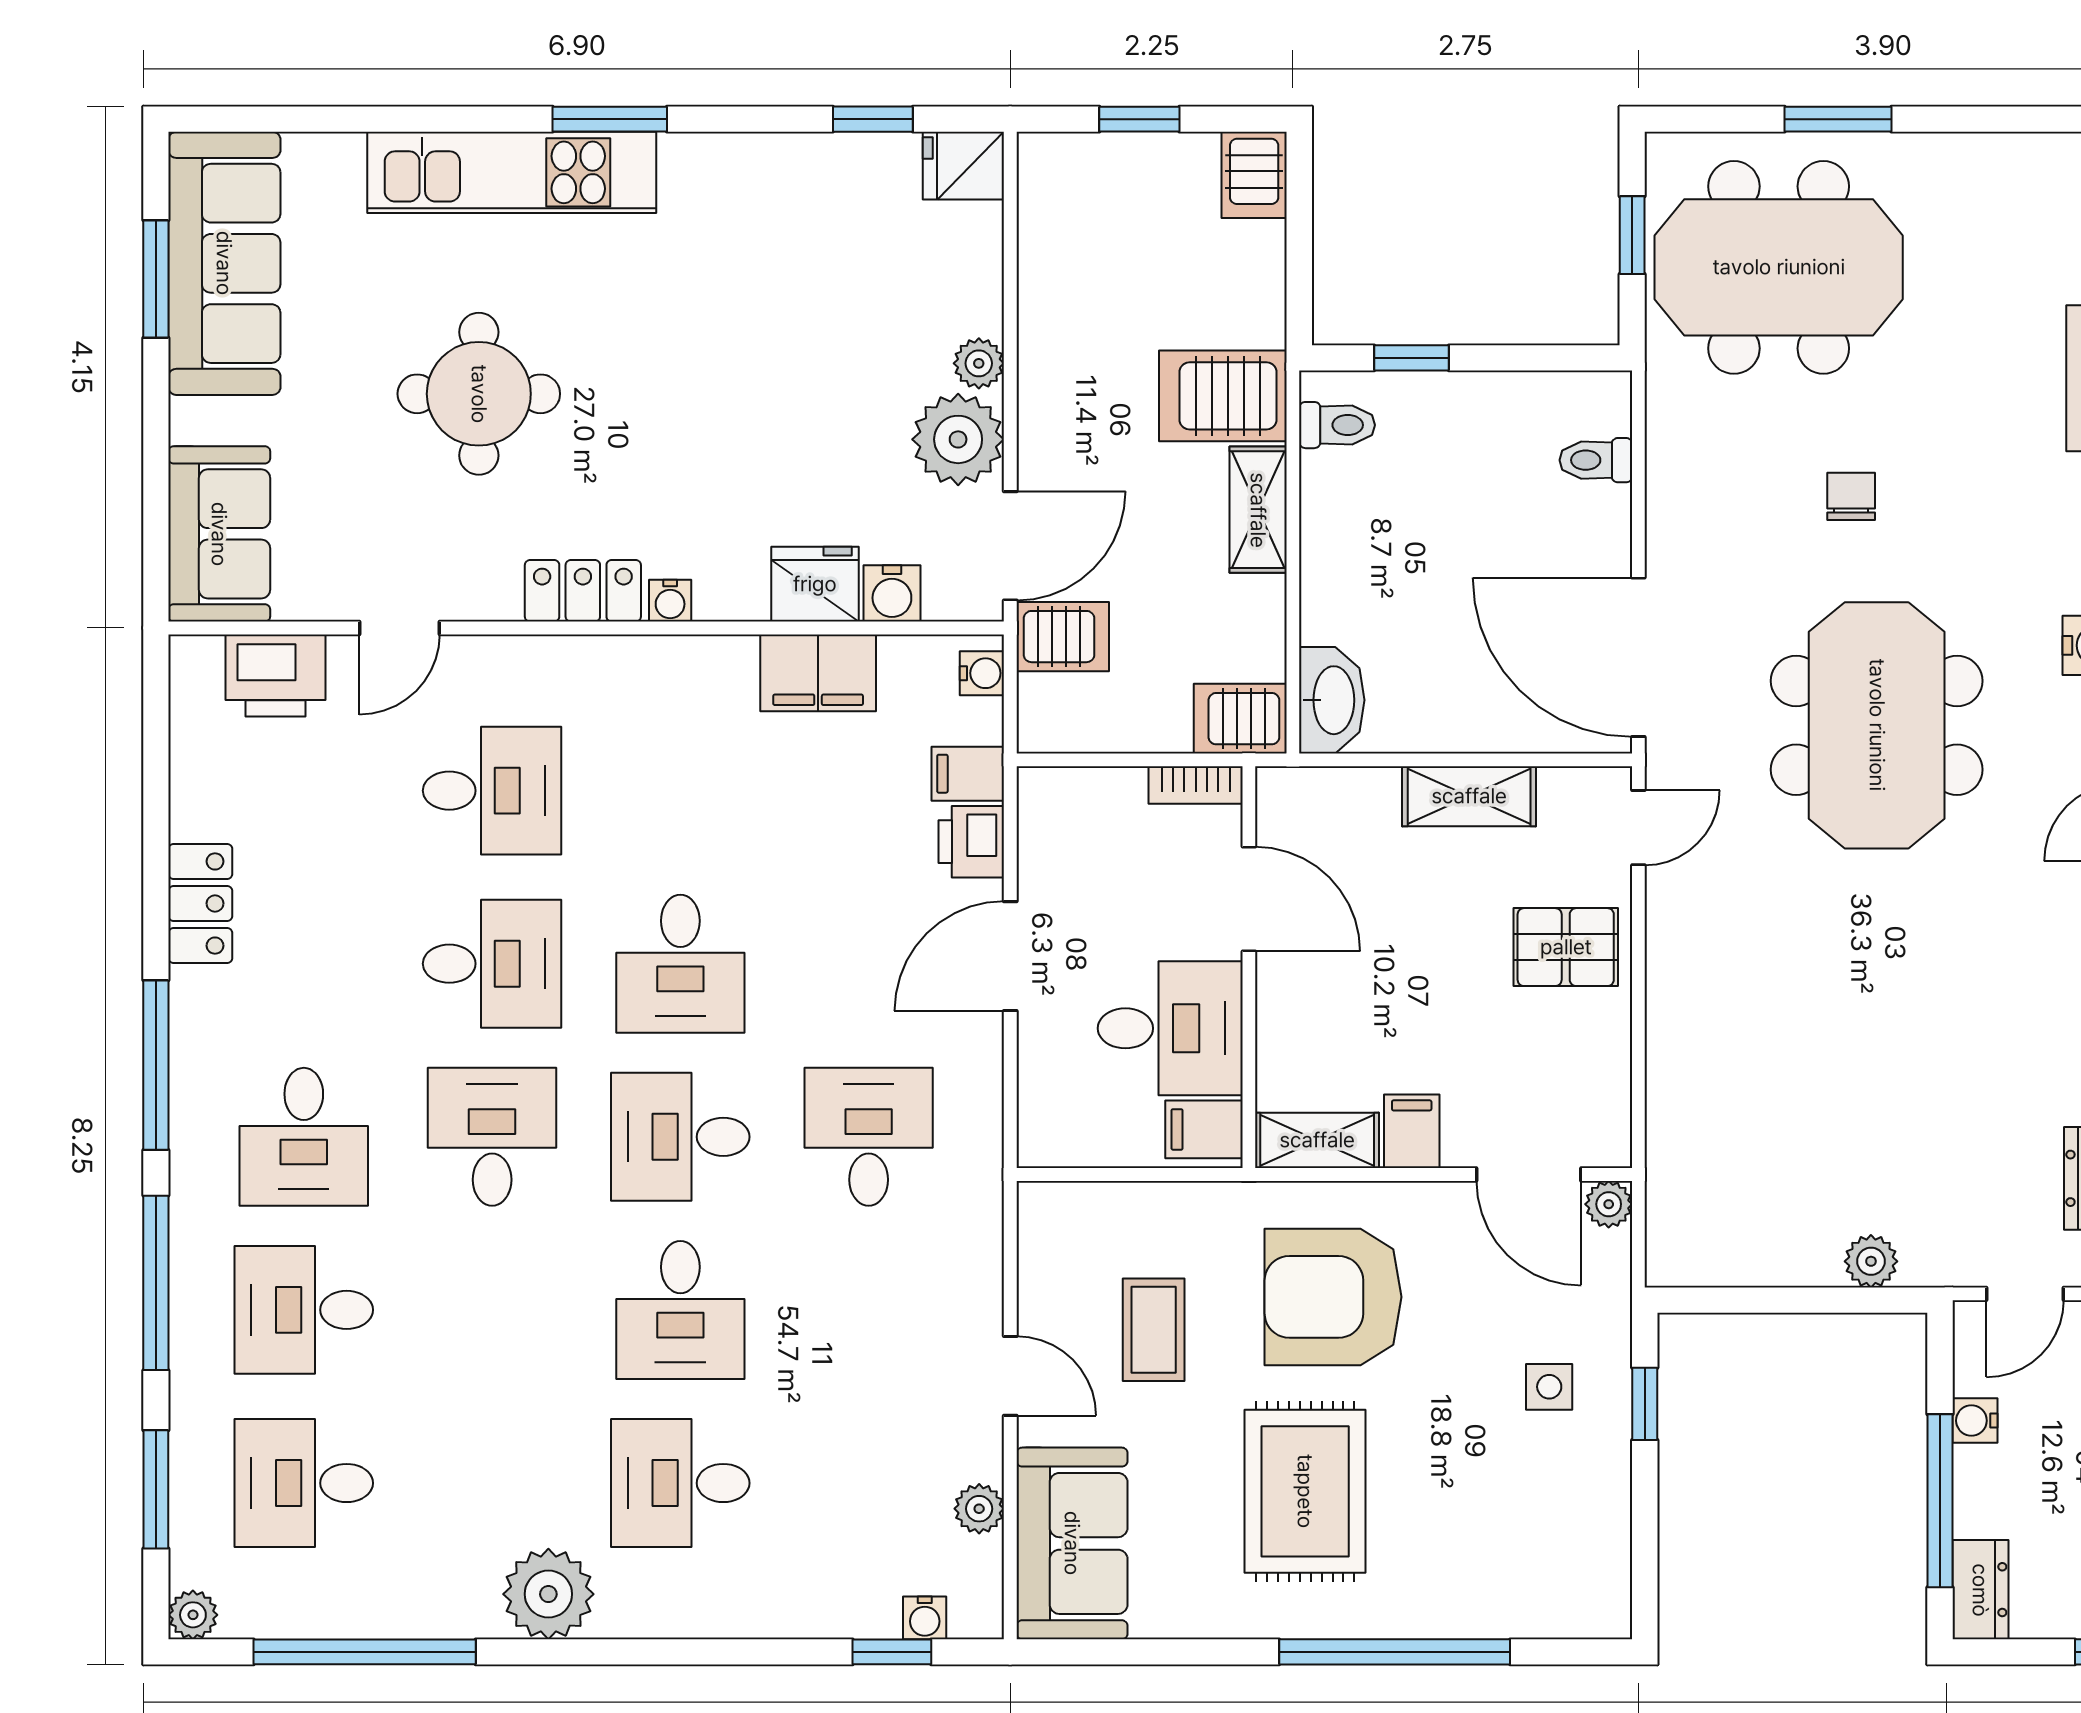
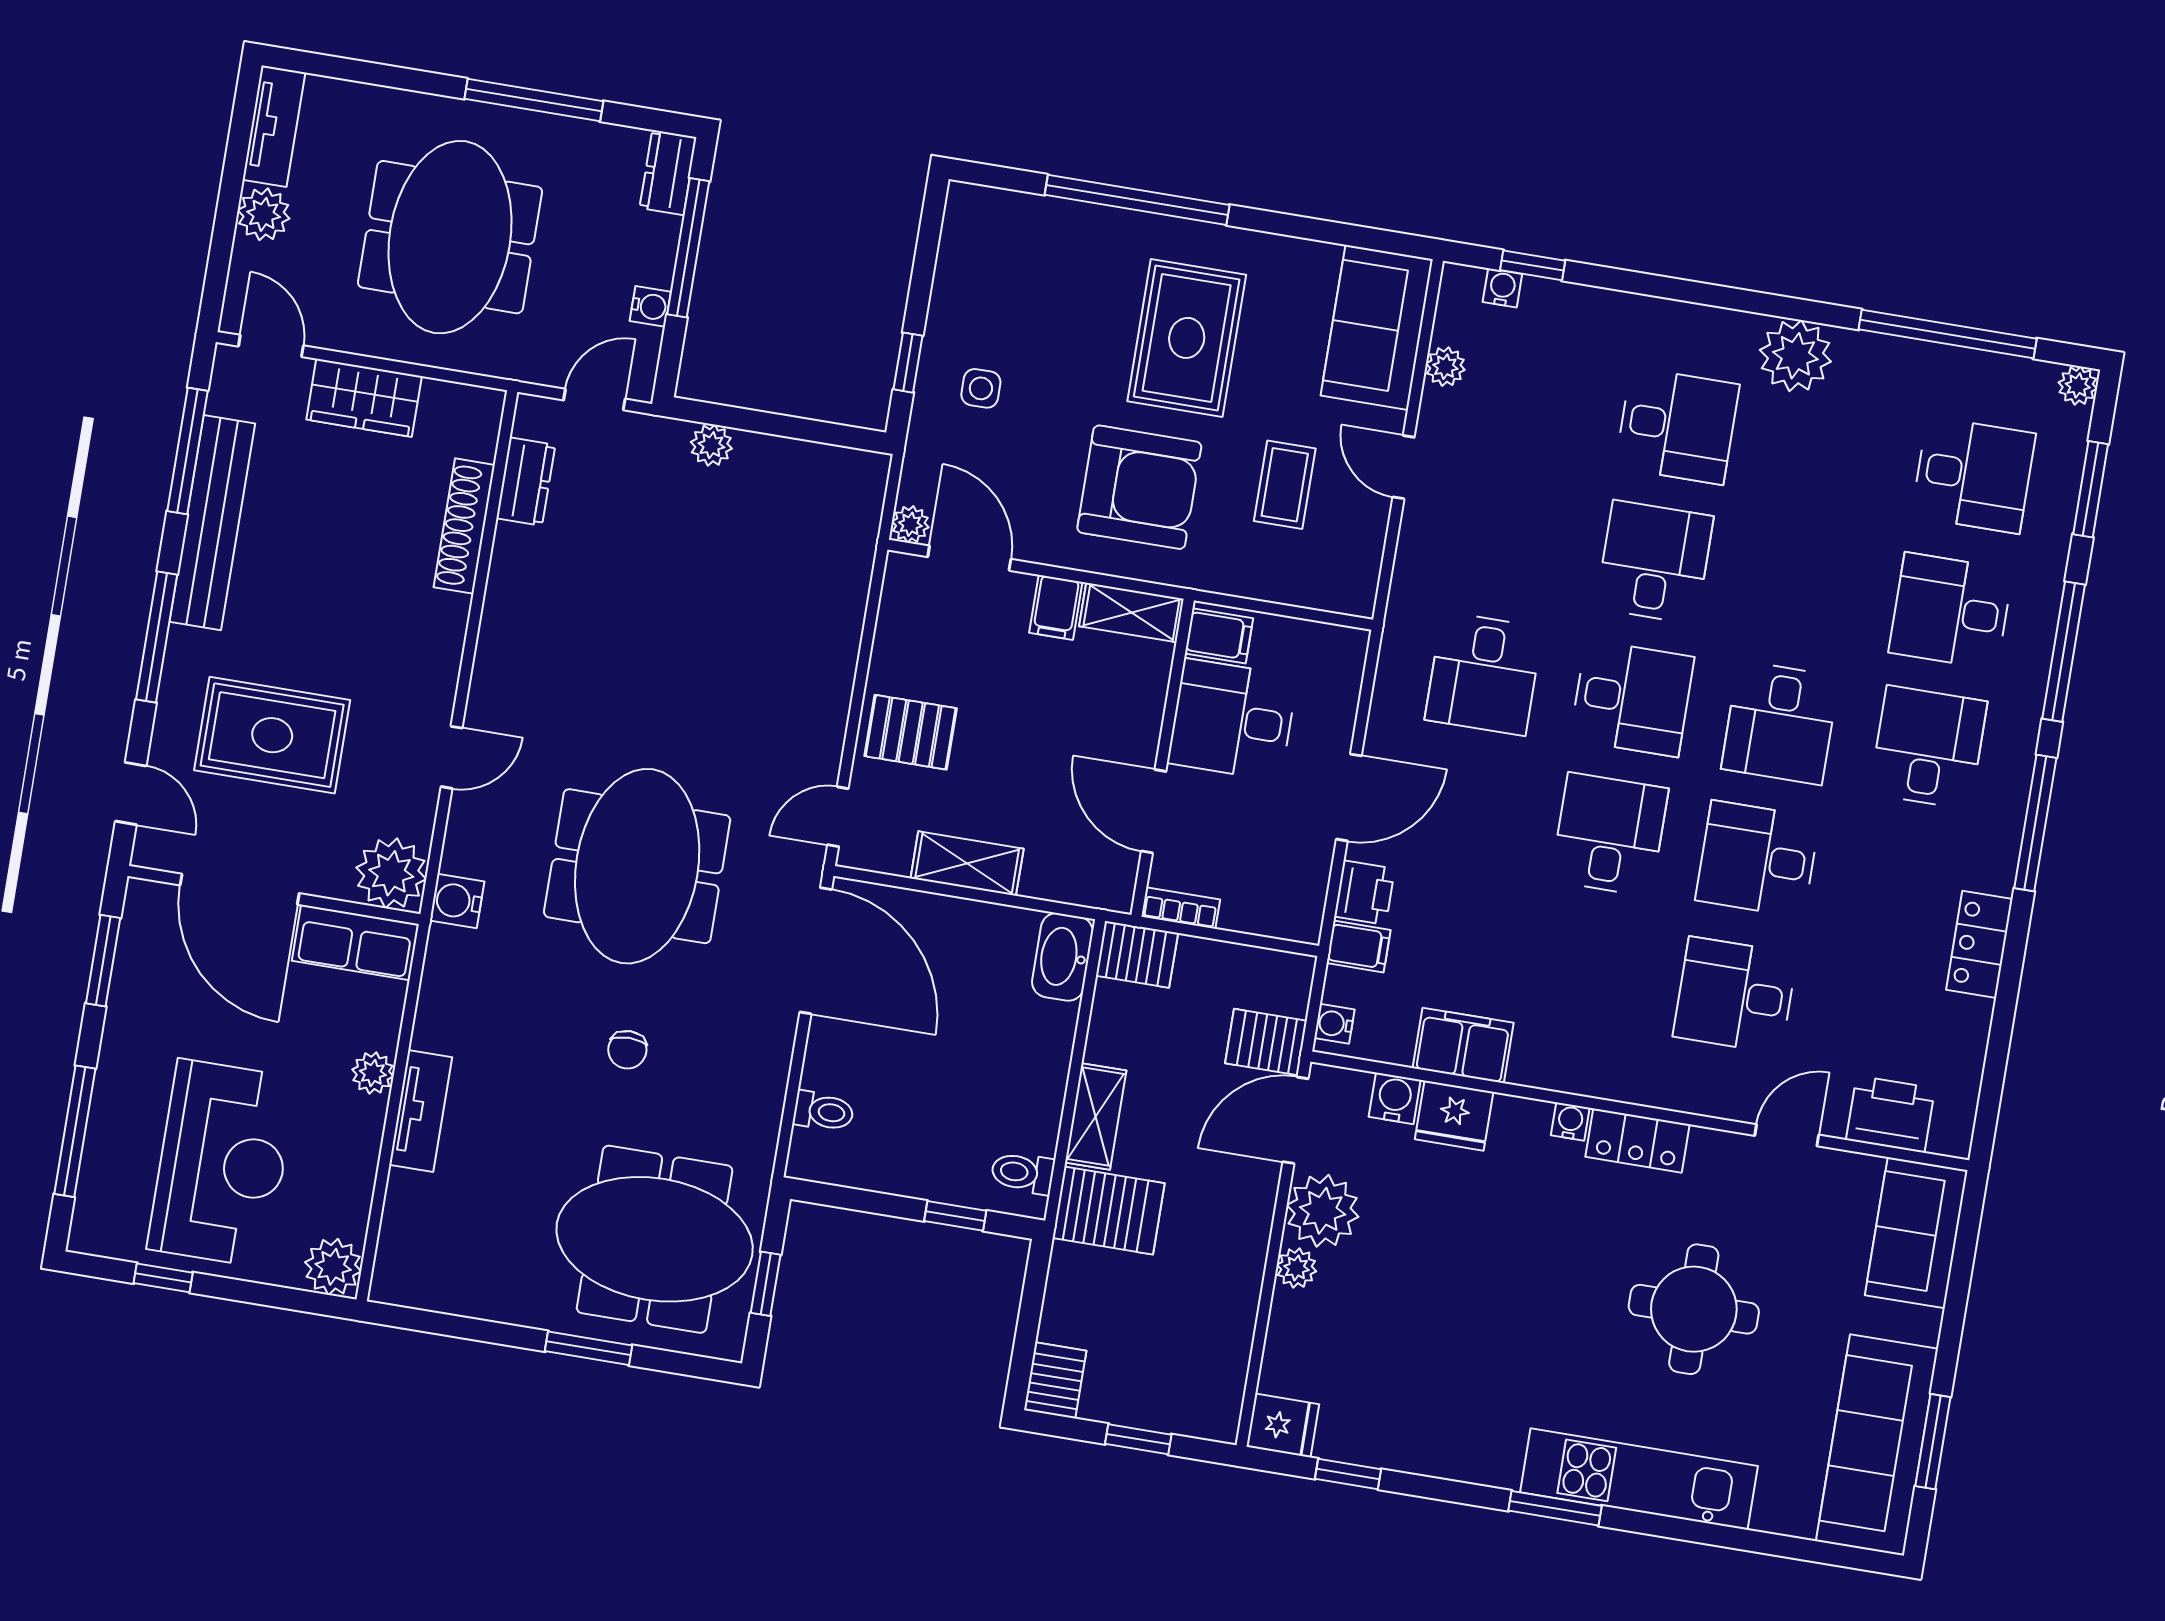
desk: (304, 1310) -> (1951, 611), turned 180

